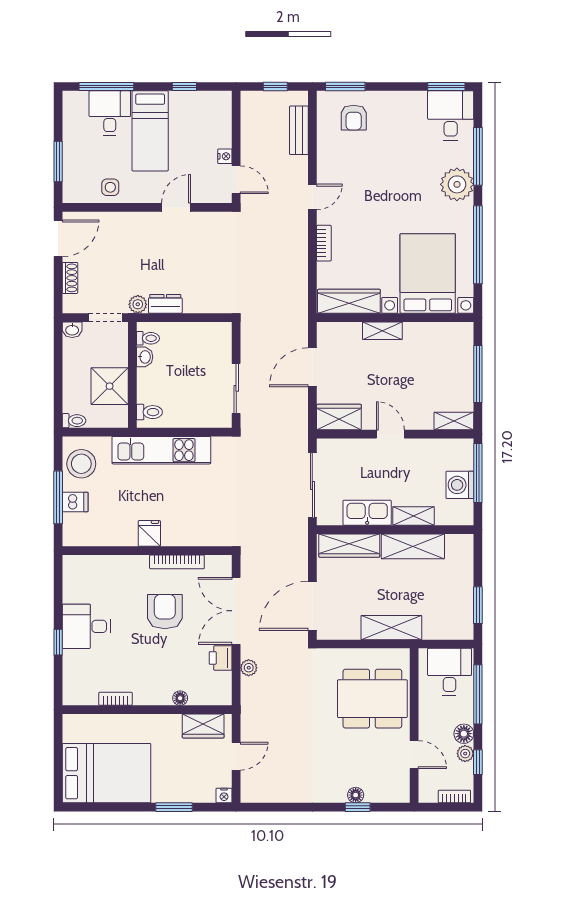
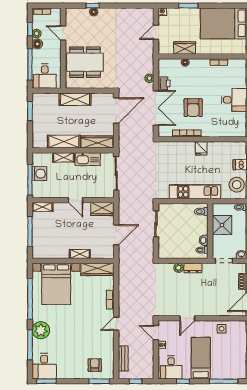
desk: (110, 113) -> (171, 367), moved
plant: (138, 304) -> (179, 268), moved
wardrobe: (203, 726) -> (185, 48), moved

